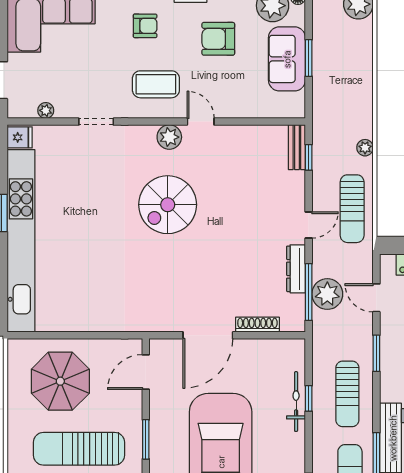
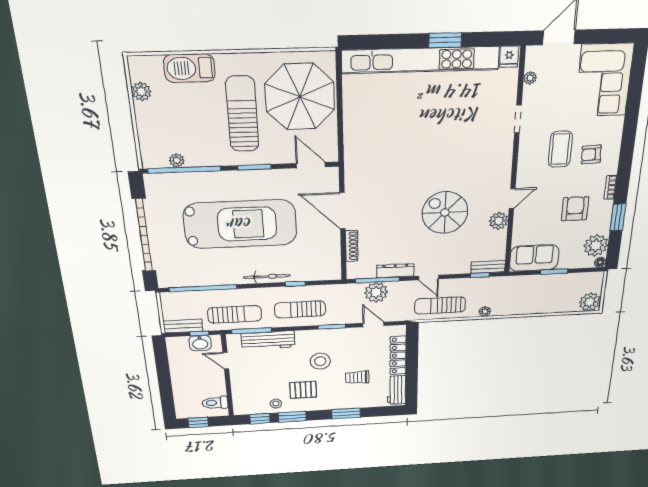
armchair: (145, 26) -> (591, 154), turned 87
sofa: (287, 59) -> (534, 258), moved
coffee table: (156, 84) -> (560, 149), moved
plant: (169, 137) -> (499, 221), moved
spiral stairs: (168, 205) -> (445, 213), moved
door: (376, 298) -> (373, 324), hinge flipped
parasol: (60, 381) -> (300, 97), width x1.36, depth x1.36
bicycle: (296, 402) -> (267, 277), moved

